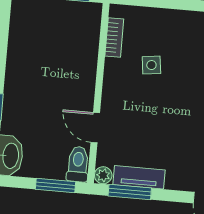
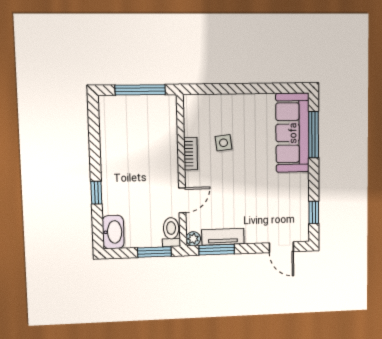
bookcase: (114, 37) -> (191, 154), moved
door: (95, 128) -> (182, 200), swing flipped

